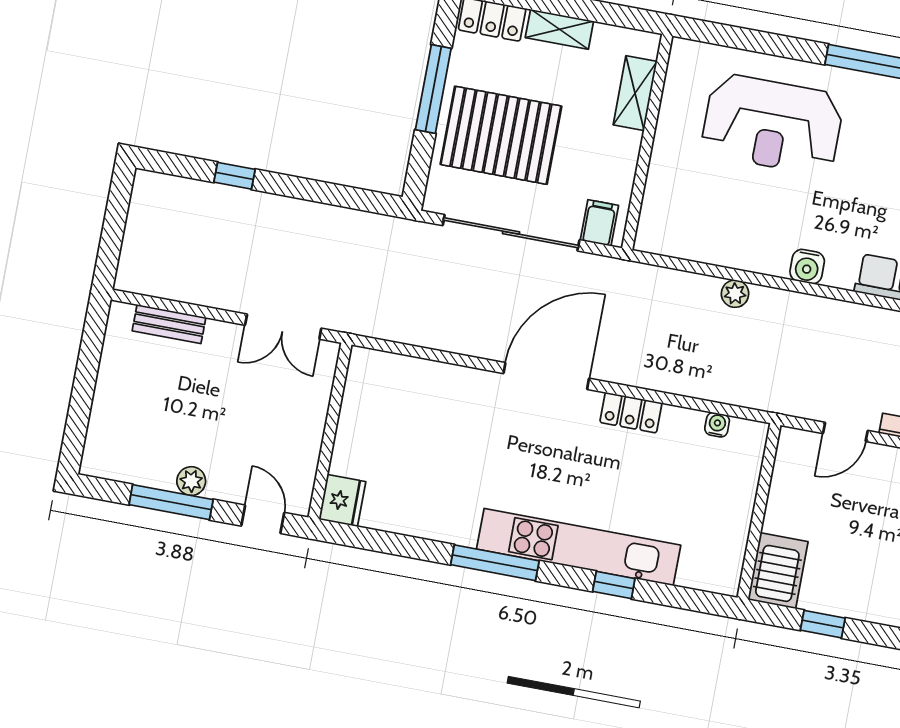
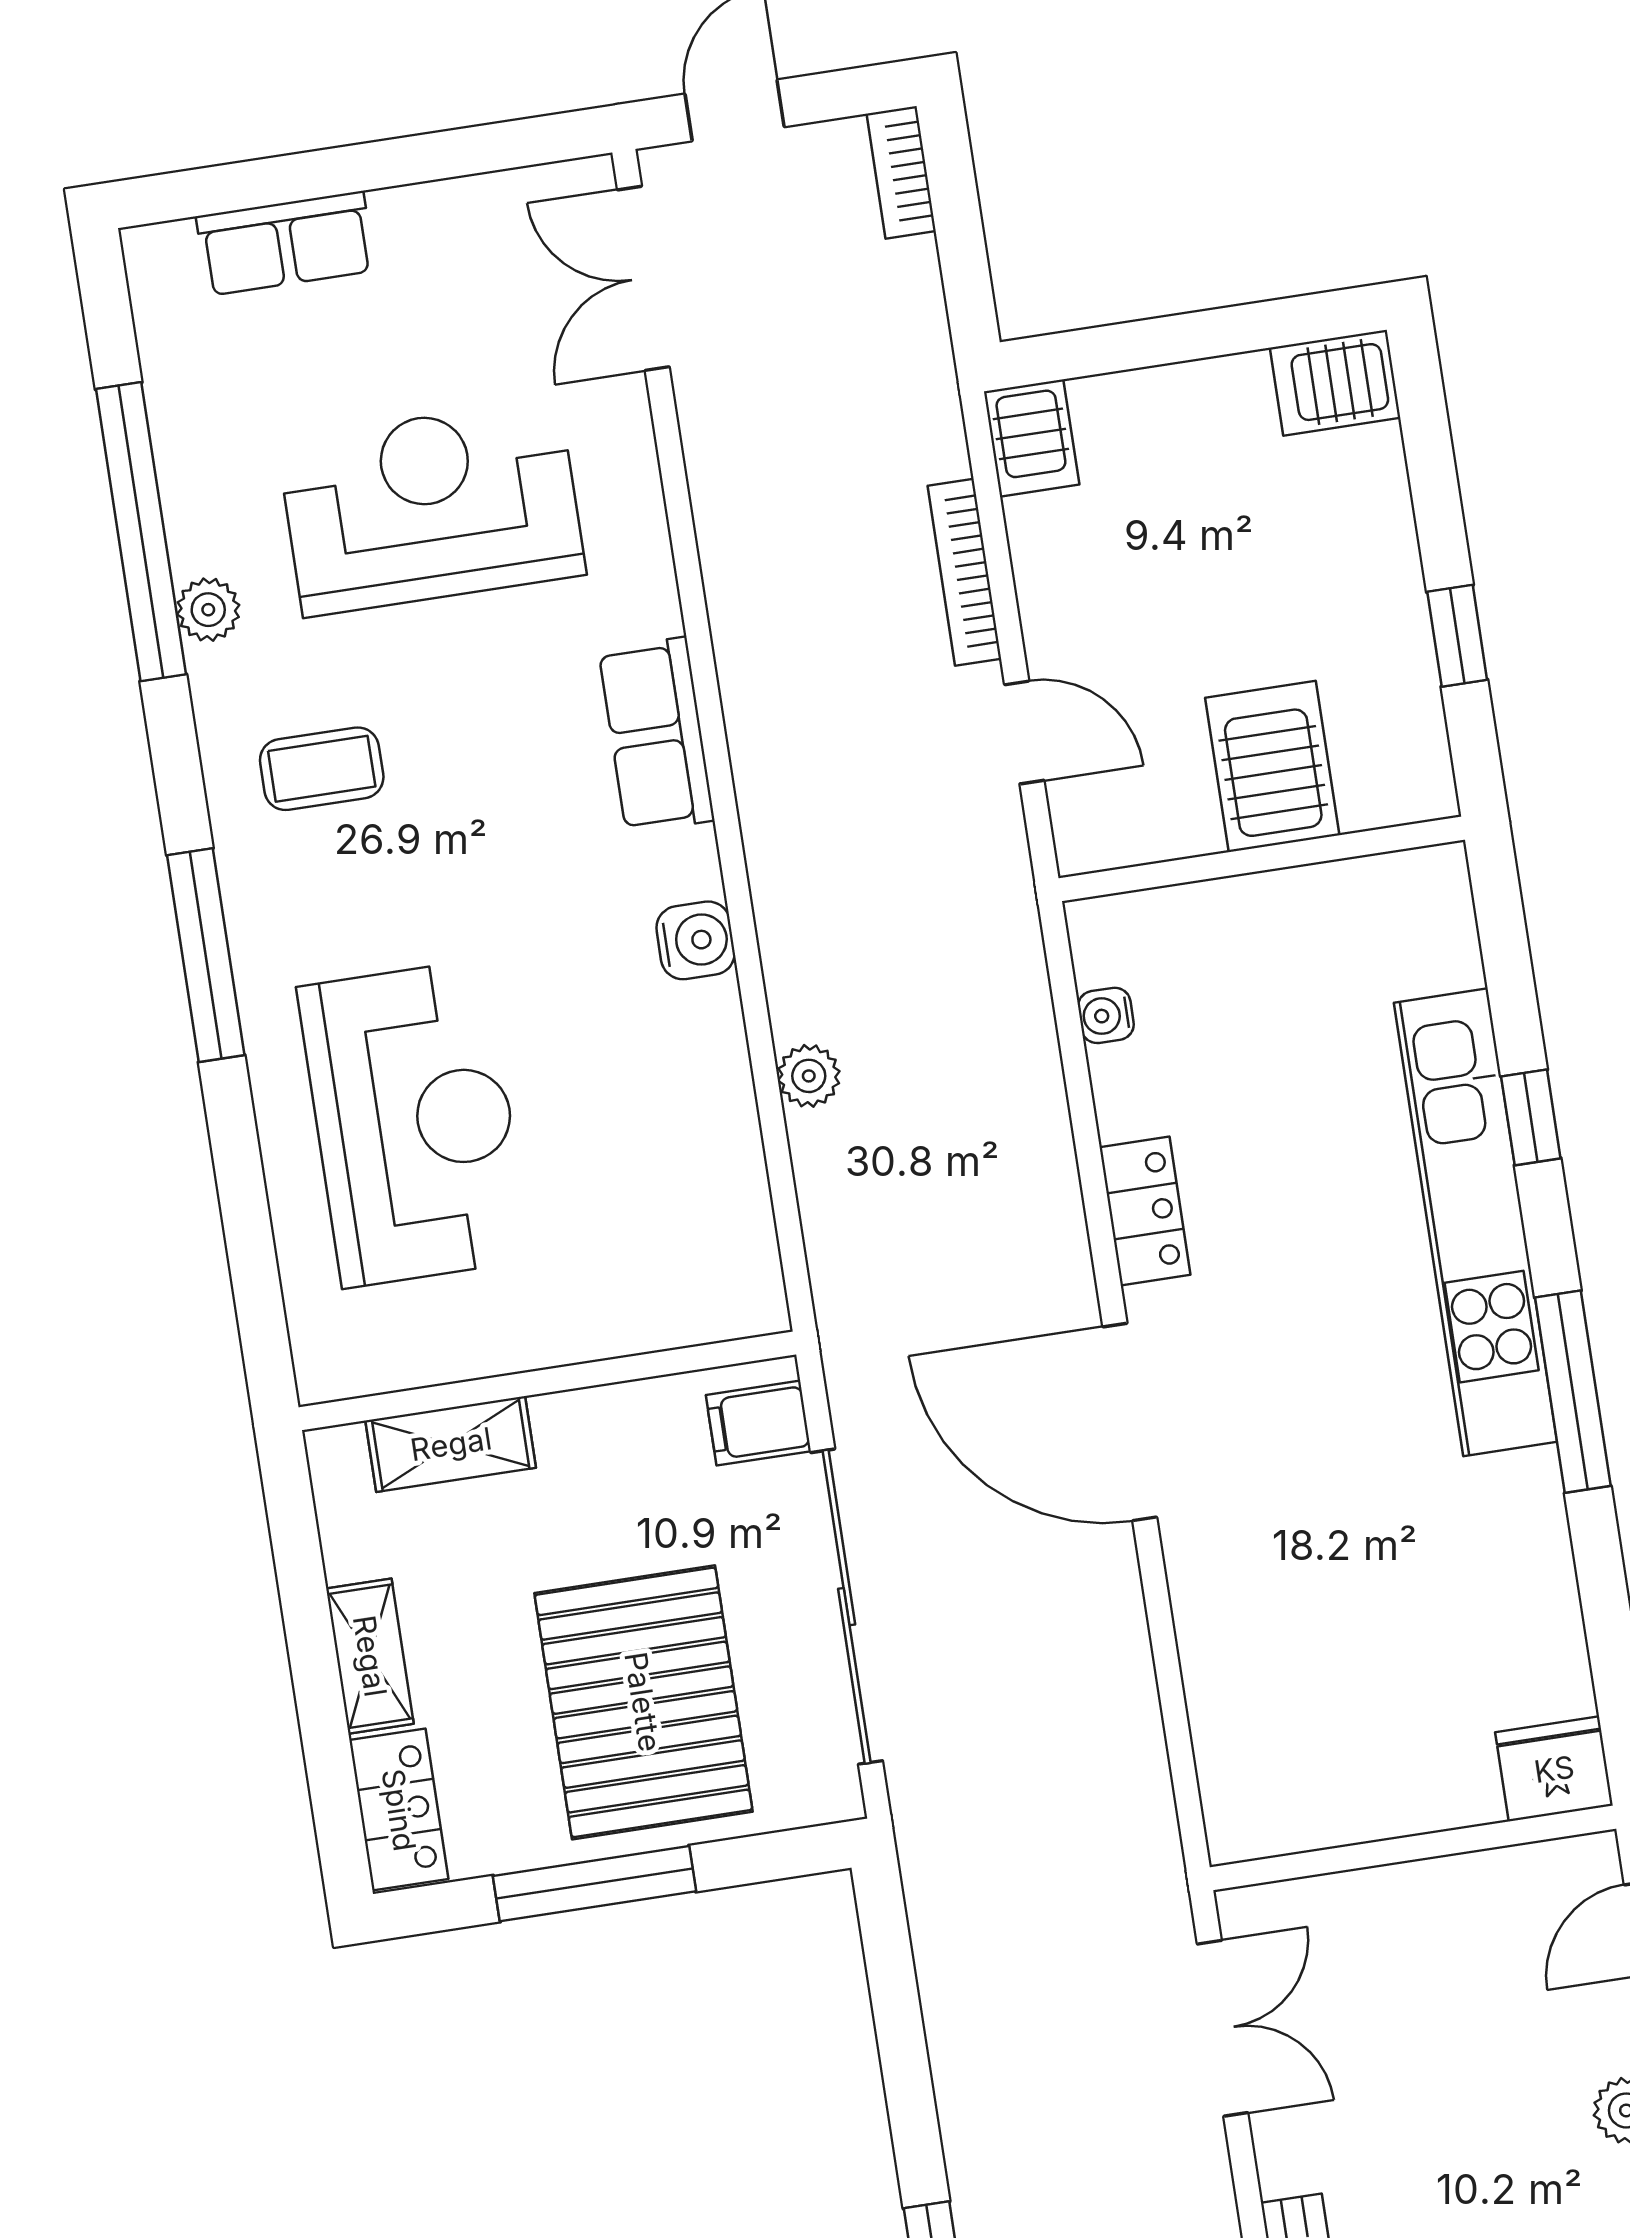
server rack: (778, 571) -> (1272, 766), moved, turned 90

